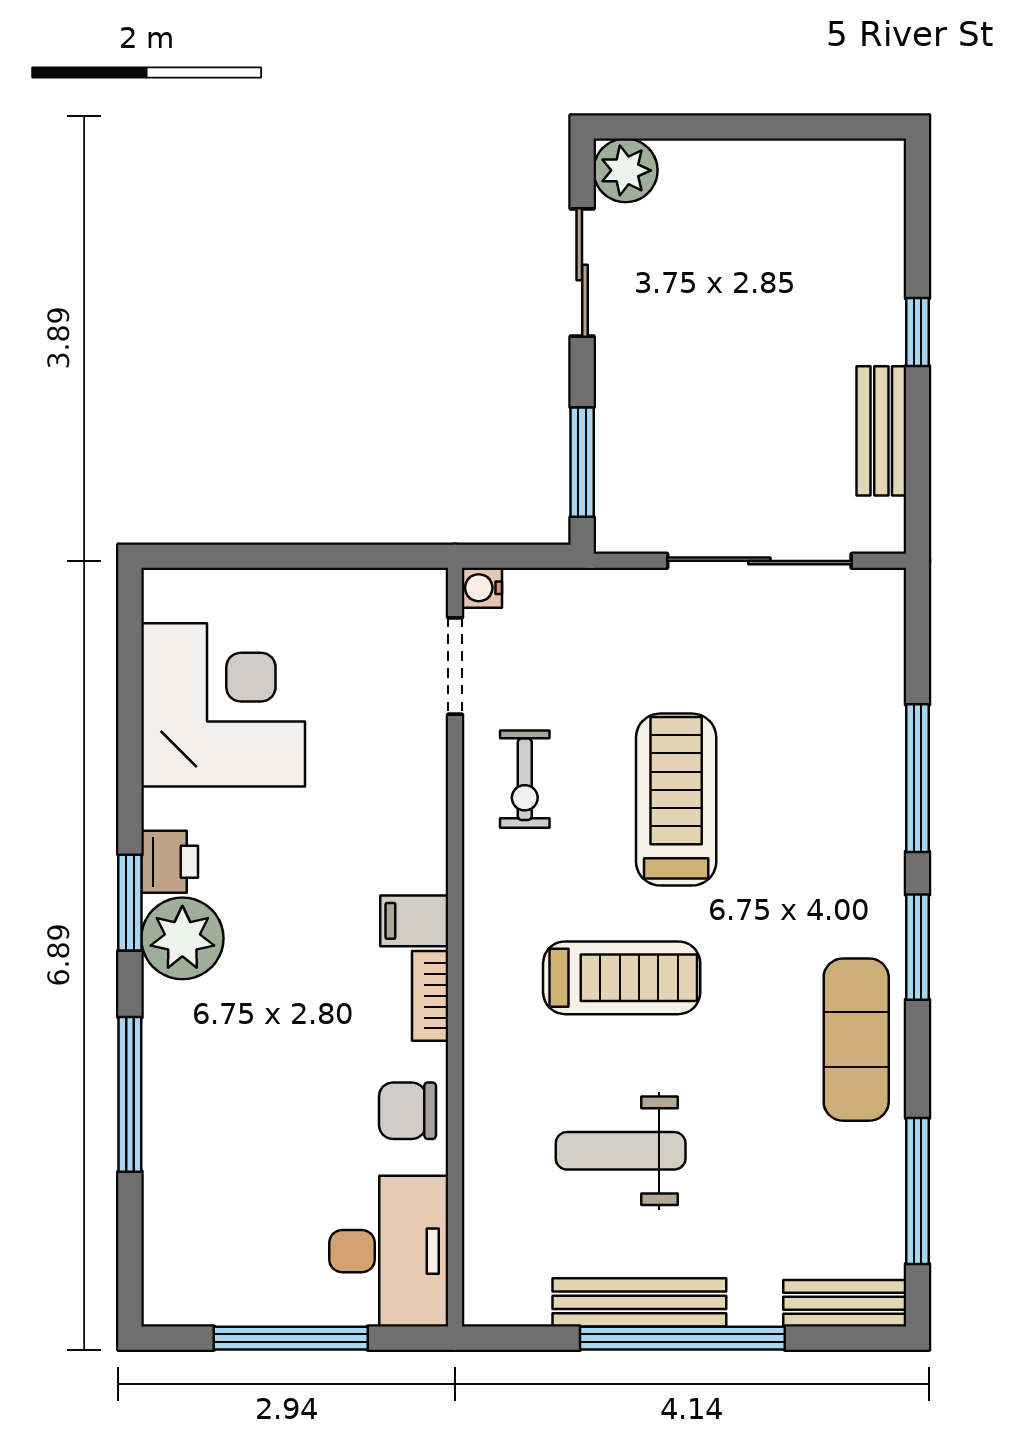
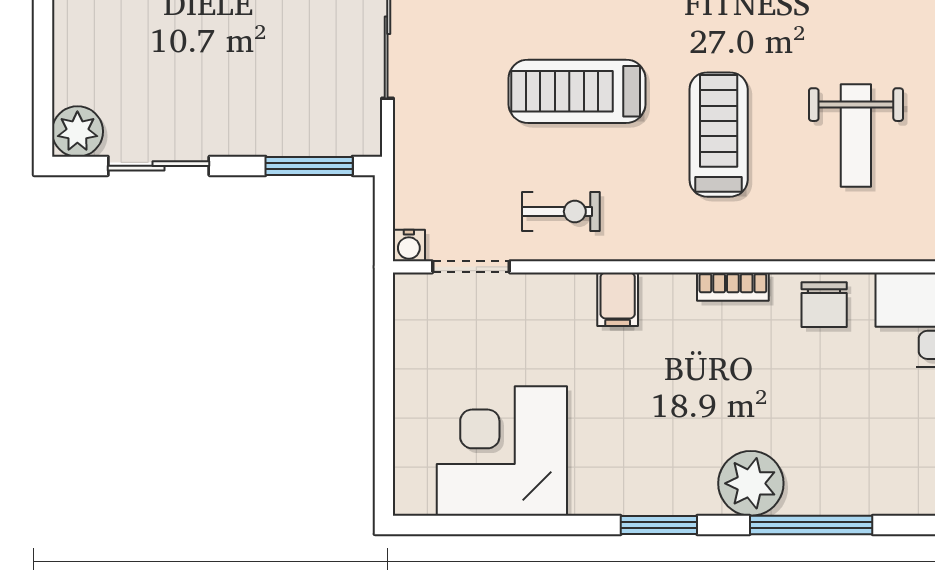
printer: (170, 862) -> (626, 493), removed
filing cabinet: (414, 921) -> (618, 299), moved
plant: (182, 938) -> (751, 483), moved

